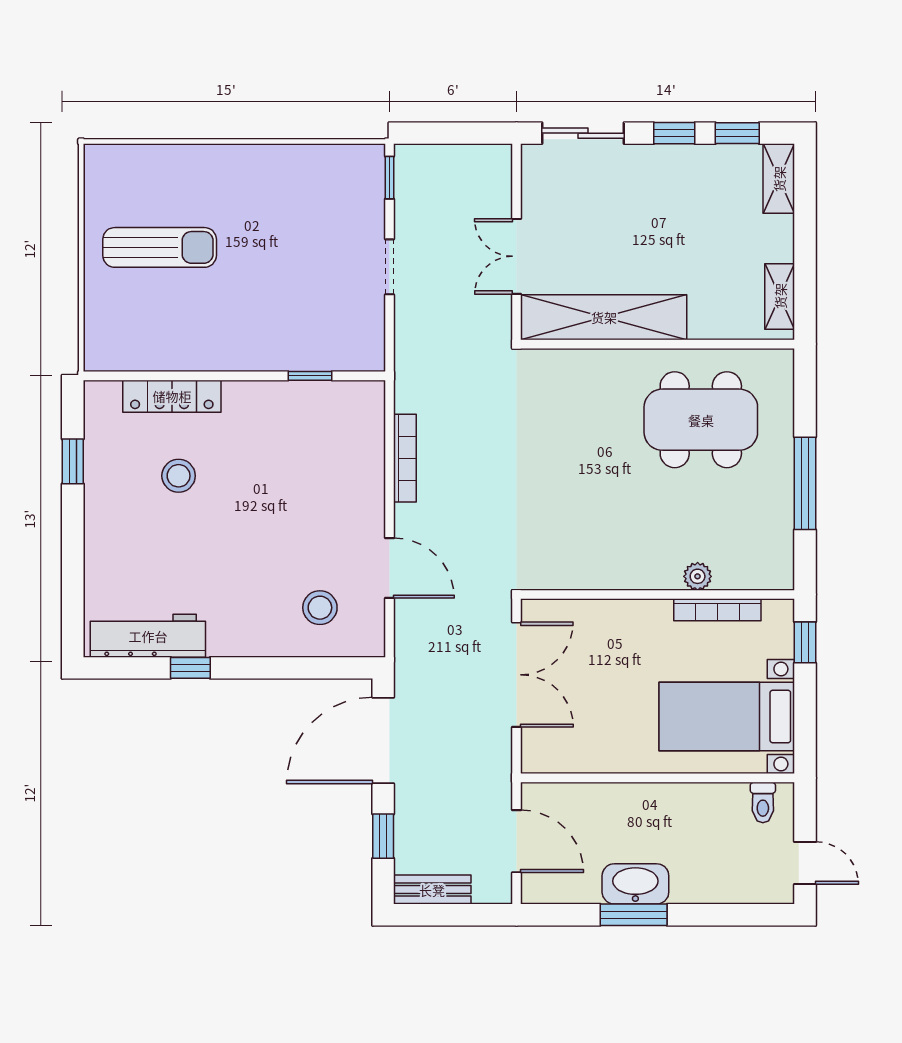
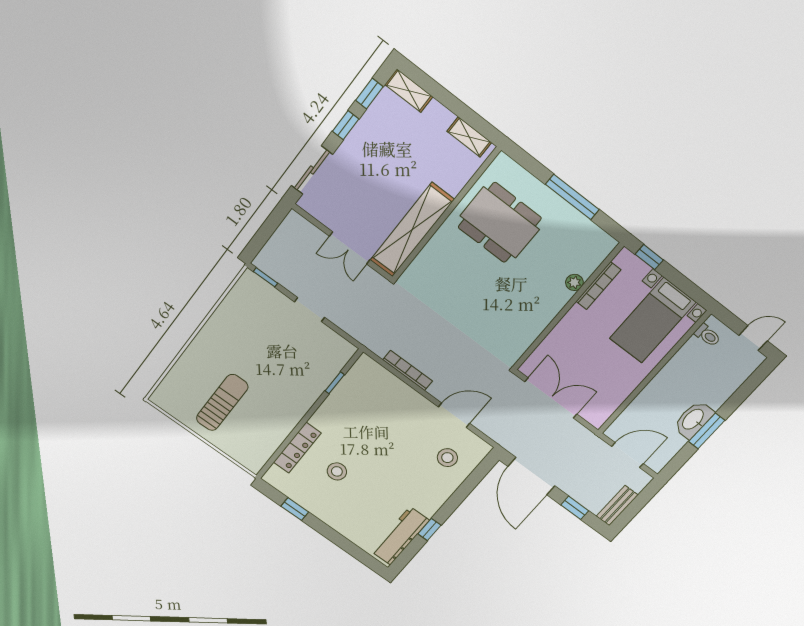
dining table: (701, 420) -> (500, 223), turned 90

